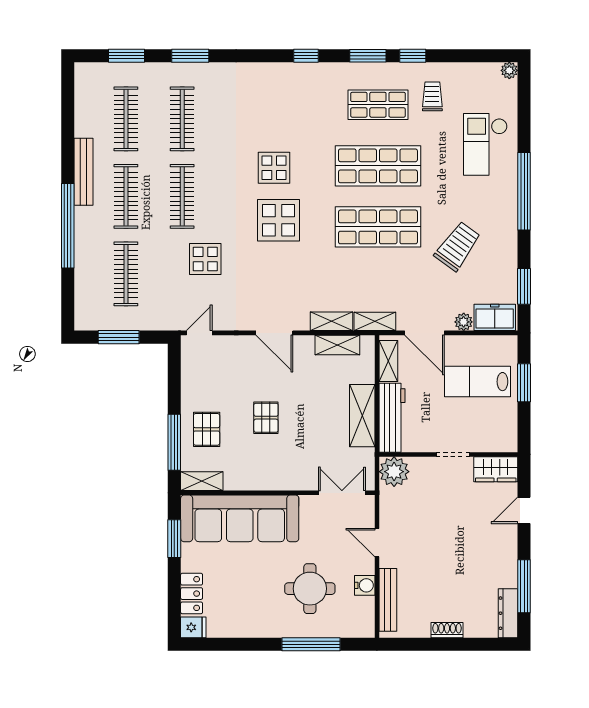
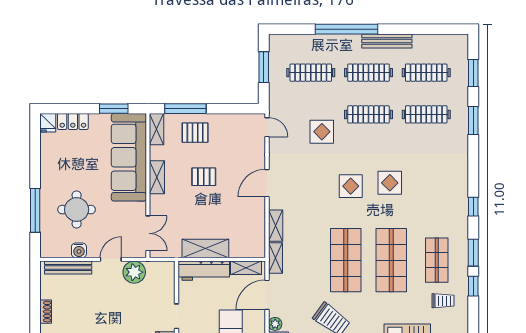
display table: (278, 220) -> (351, 186), width x0.73, depth x0.73
shelving: (337, 345) -> (157, 177), moved
plant: (394, 472) -> (134, 272), moved

